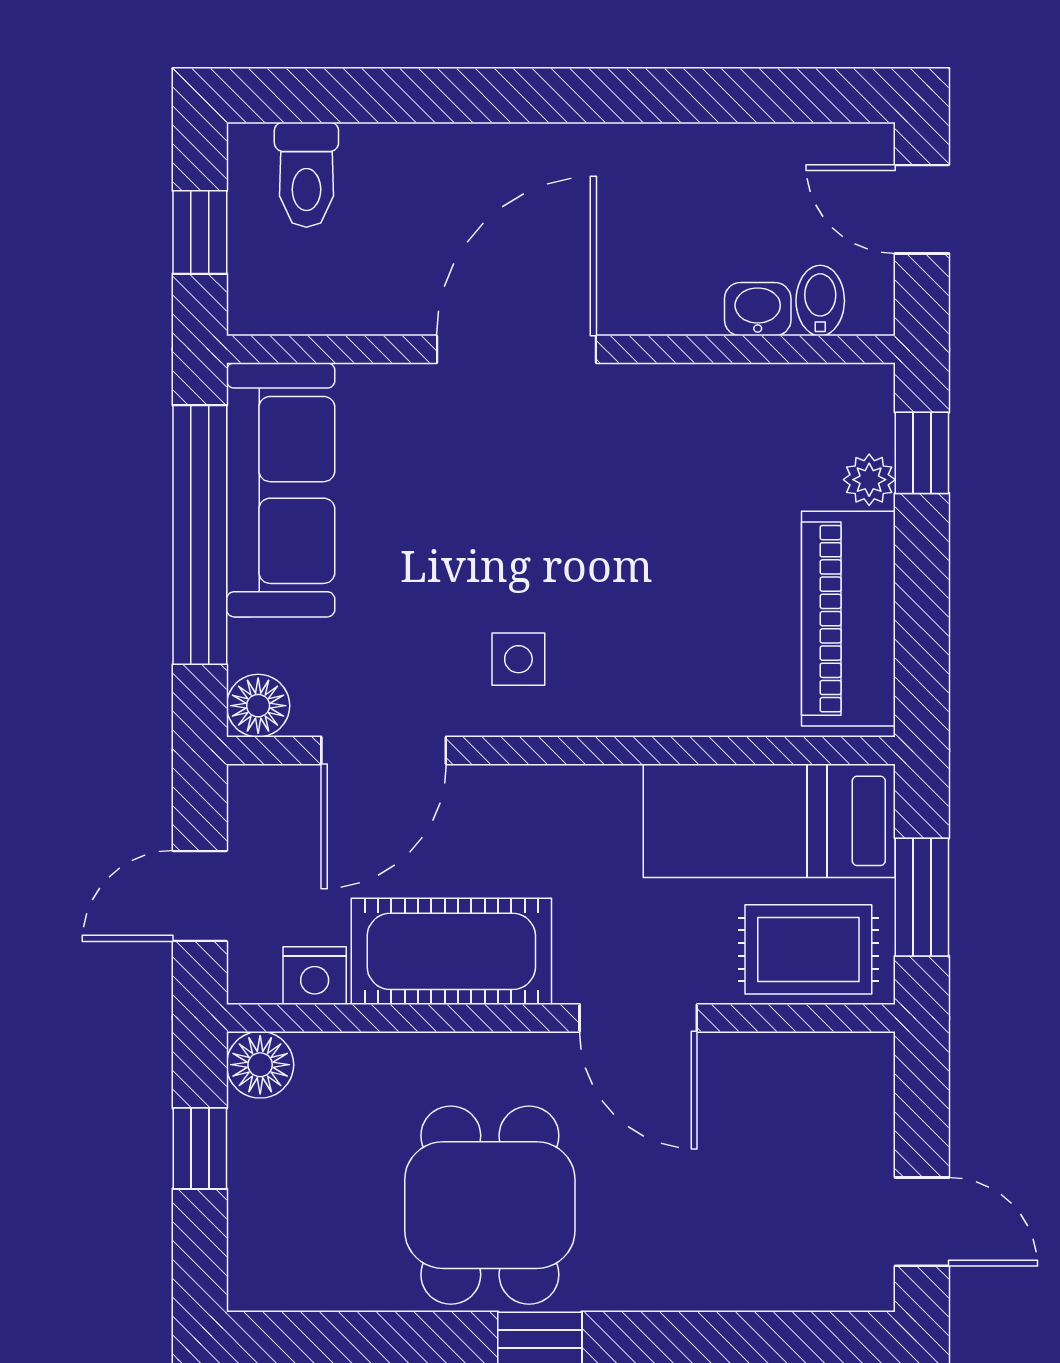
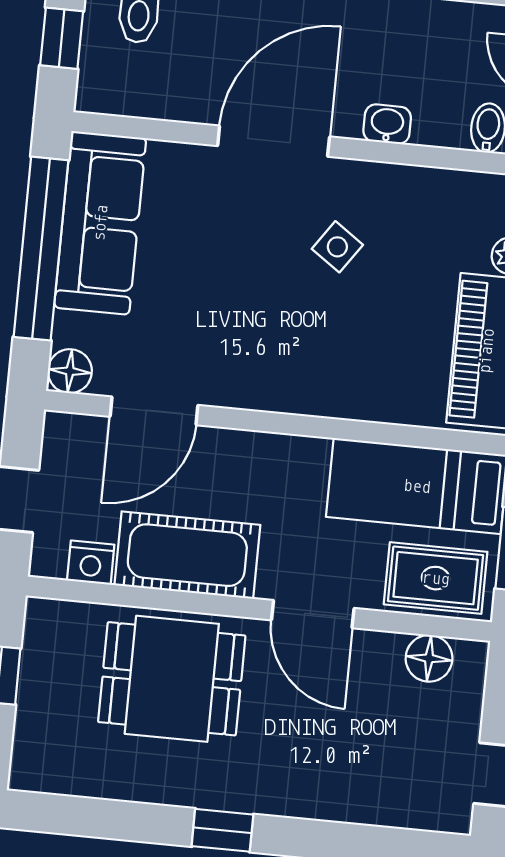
washbasin: (758, 309) -> (387, 124), moved
side table: (518, 659) -> (337, 247), moved, turned 35
floor lamp: (260, 1065) -> (429, 658), moved
dining table: (490, 1205) -> (172, 679), moved, turned 90

